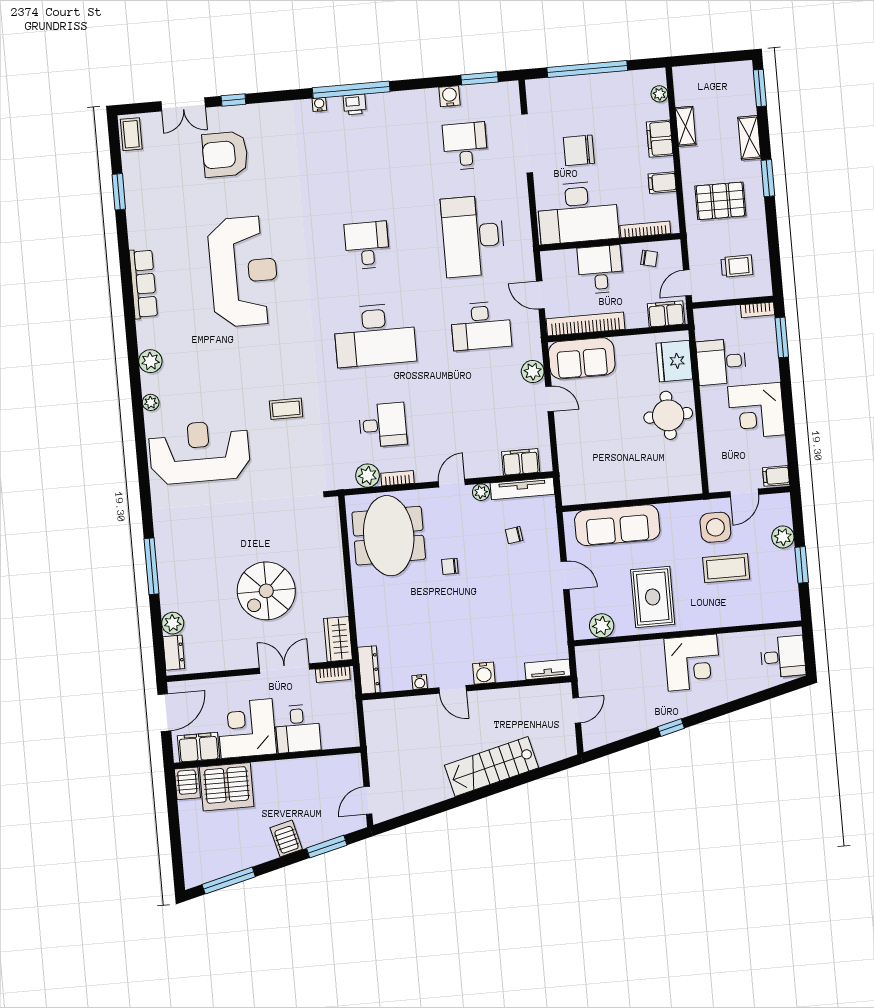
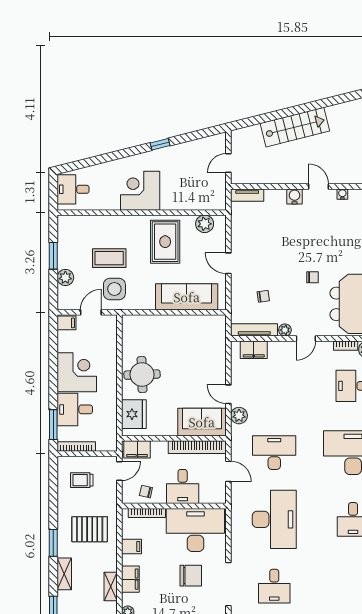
bookcase: (758, 310) -> (76, 447), width x1.56
desk: (721, 362) -> (75, 409), moved, turned 180

